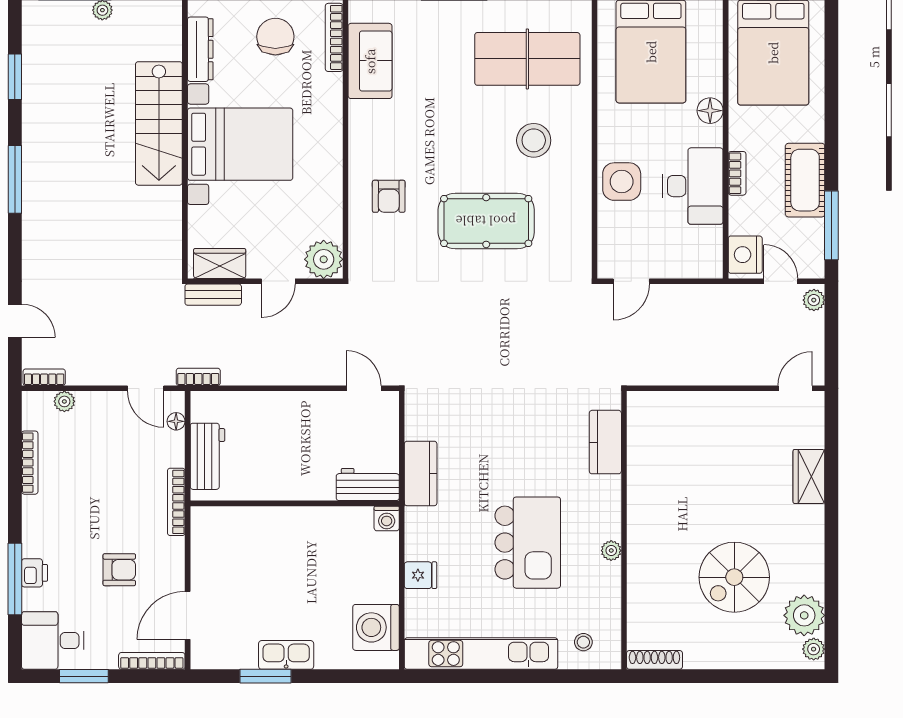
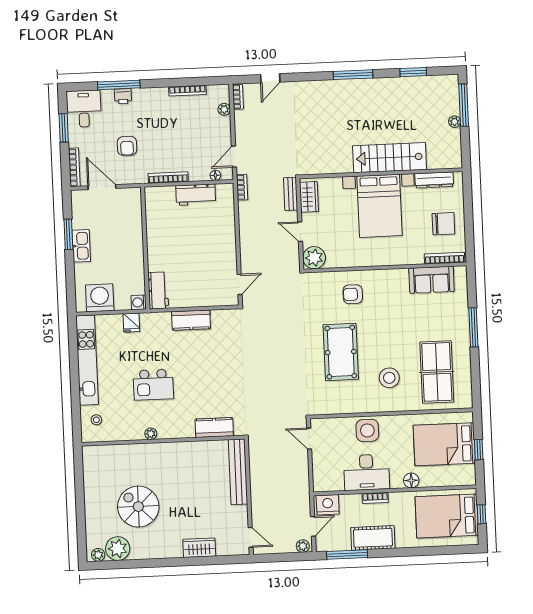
bench: (683, 405) -> (238, 472), added
workbench: (368, 485) -> (158, 290), moved
wall: (295, 503) -> (145, 248), moved
washing machine: (387, 518) -> (139, 302), moved
kitchen island: (528, 543) -> (153, 385), width x0.73, depth x0.78
shoe rack: (654, 660) -> (88, 462), removed

